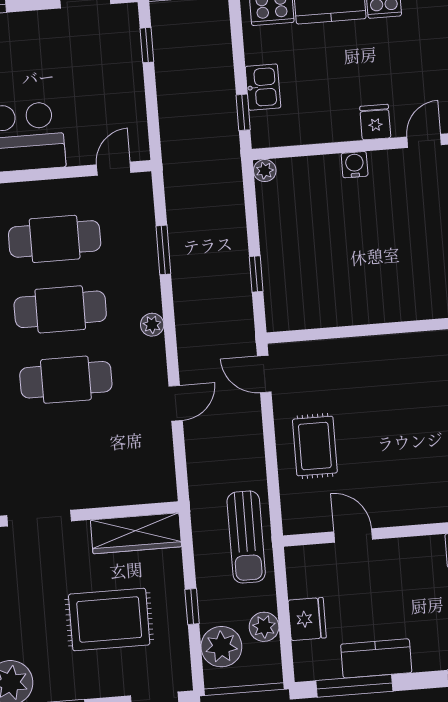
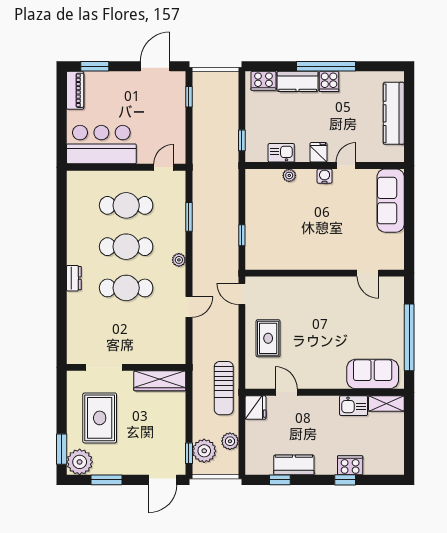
kitchen sink: (263, 87) -> (281, 153), moved, turned -90
water cooler: (355, 165) -> (325, 176), moved
plant: (265, 171) -> (289, 175), moved
window: (192, 606) -> (189, 453), moved
rug: (109, 619) -> (100, 418), moved, turned 90
fridge: (307, 619) -> (256, 407), moved
window: (354, 686) -> (280, 480), width x0.46

